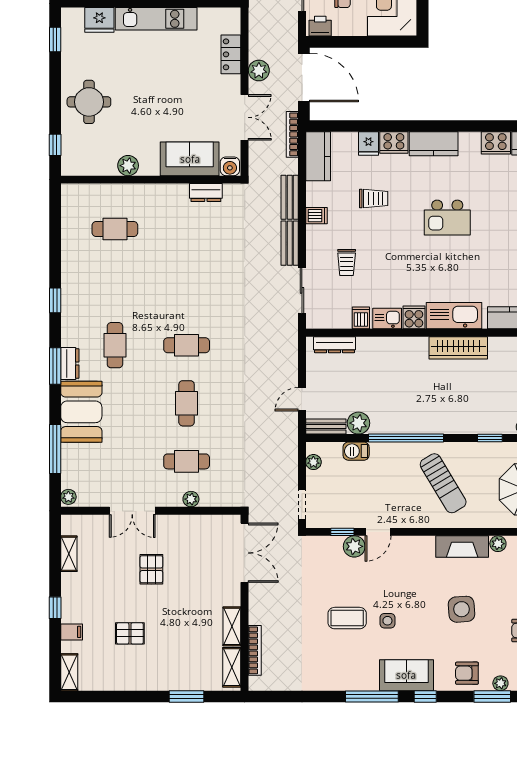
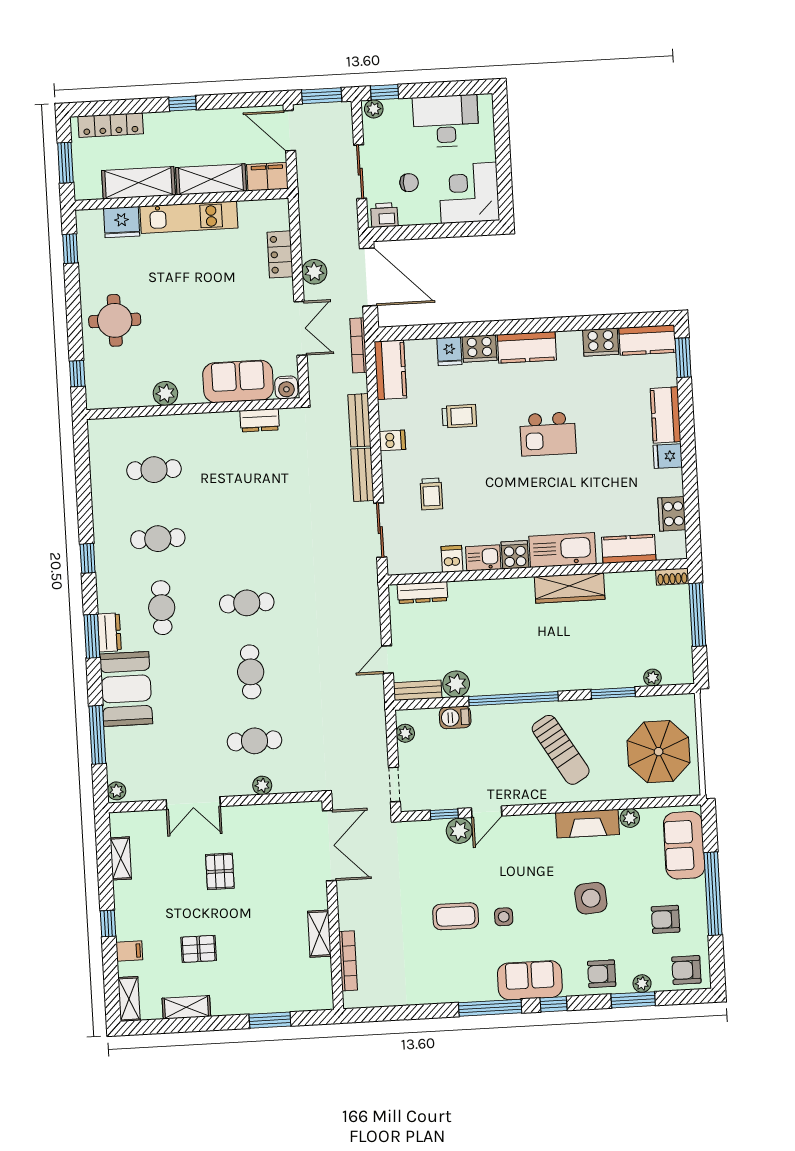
cafe table: (115, 287) -> (158, 539), added
window: (490, 438) -> (613, 693), width x1.50
shelving: (232, 667) -> (186, 1007), moved, turned 90

